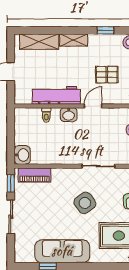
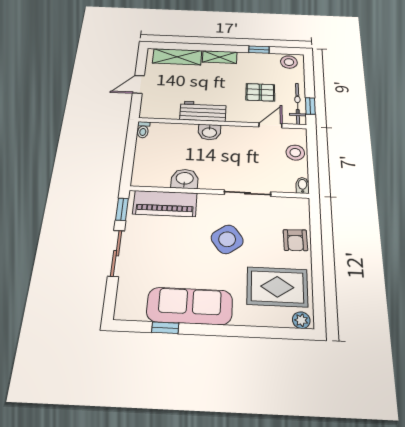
workbench: (56, 95) -> (203, 111), width x0.73
door: (93, 106) -> (270, 125), moved
toilet: (46, 115) -> (143, 130), moved
washbasin: (22, 155) -> (185, 179), moved, turned -90
piano: (34, 175) -> (165, 203), width x1.37, depth x1.33

